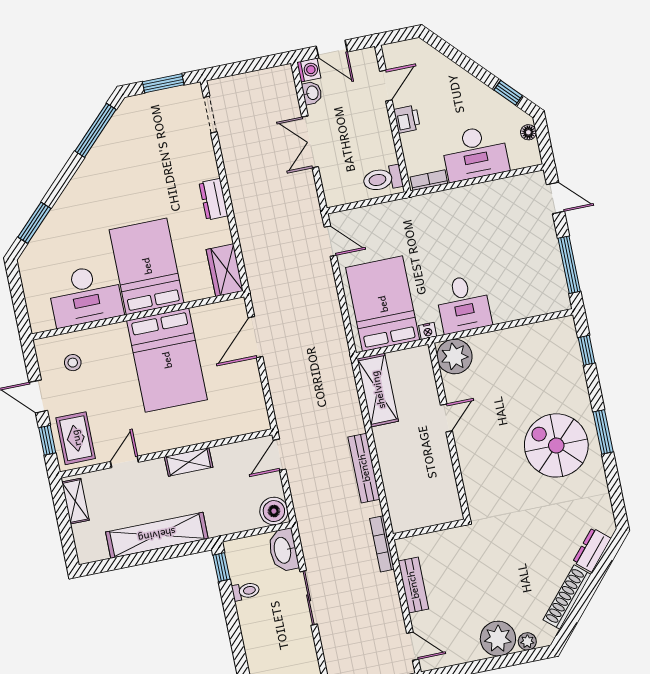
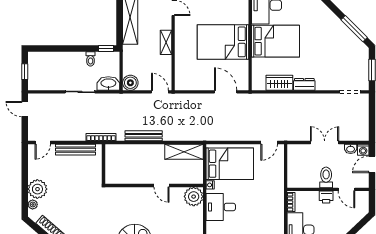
toilet: (383, 179) -> (326, 177), moved
wardrobe: (225, 270) -> (279, 83), moved
bench: (413, 585) -> (75, 150), width x1.36

